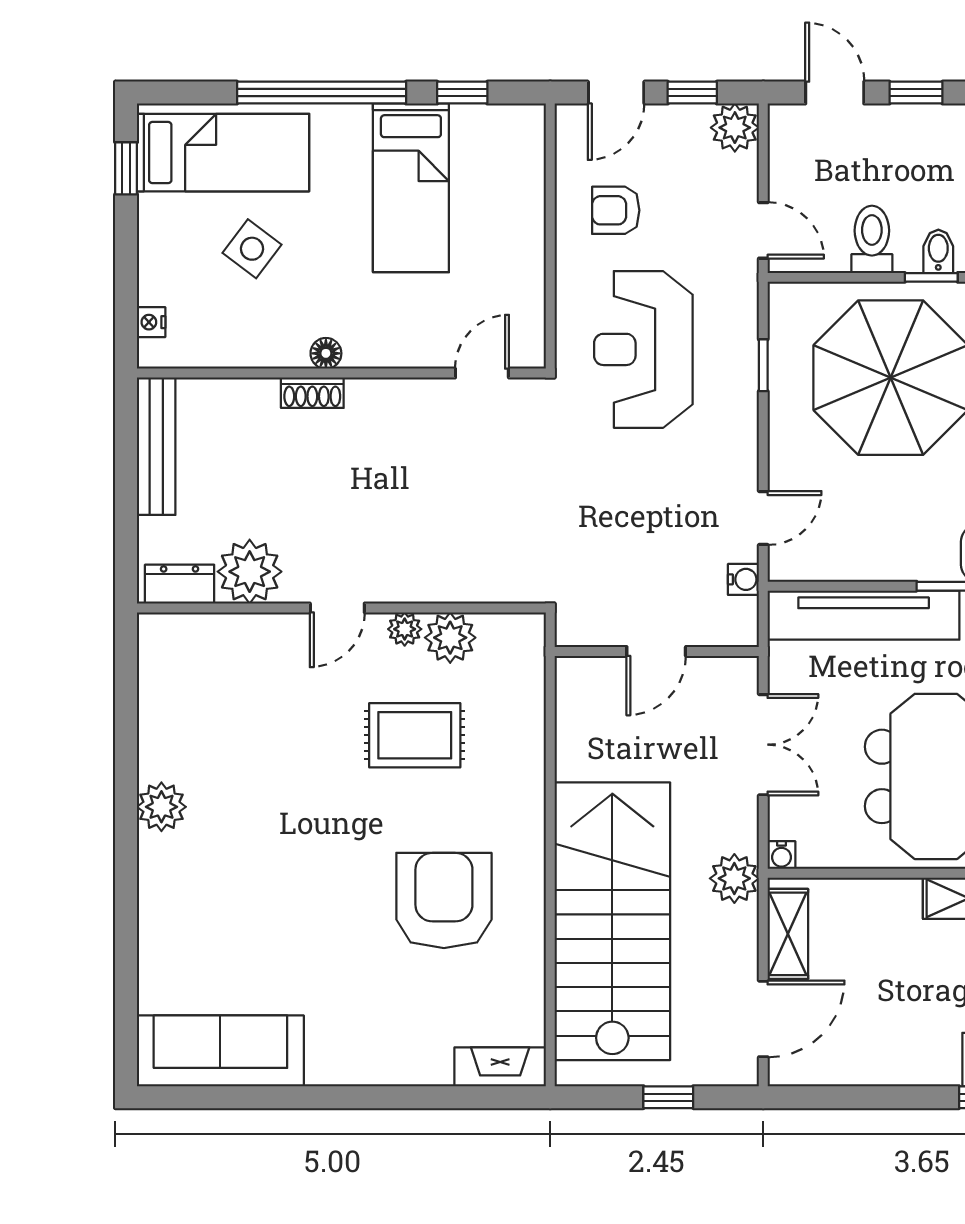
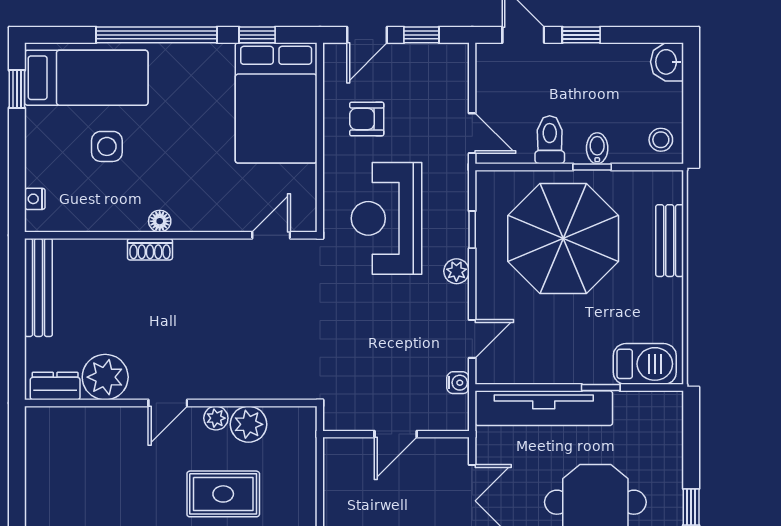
plant: (735, 128) -> (456, 271), moved, width x0.73, depth x0.73
bed: (411, 188) -> (276, 103), moved, width x1.50
side table: (252, 249) -> (107, 146), turned -37

